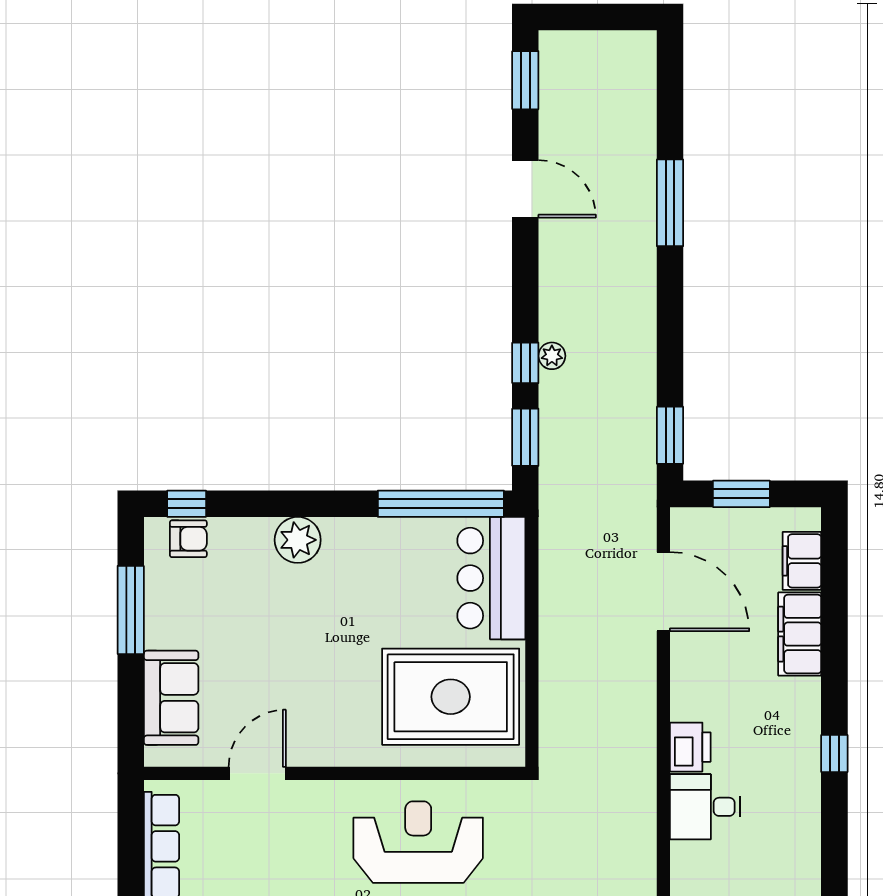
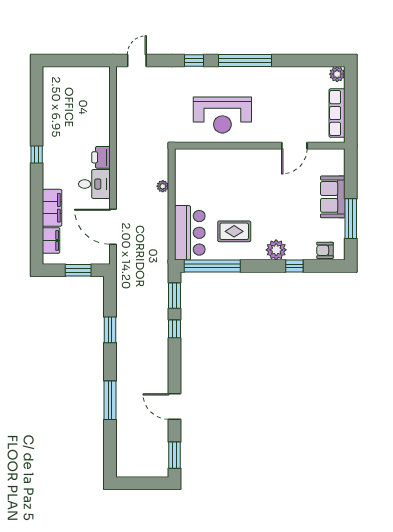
plant: (552, 356) -> (163, 186), moved
window: (670, 435) -> (110, 330), moved
window: (187, 504) -> (294, 266), moved
rug: (451, 697) -> (234, 231), moved, width x0.54, depth x0.49
sofa: (171, 698) -> (333, 197), moved
desk: (705, 807) -> (94, 184), moved

